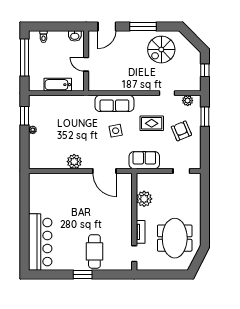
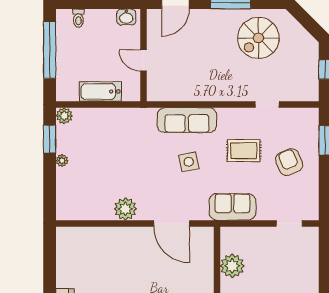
plant: (188, 101) -> (64, 116), moved

